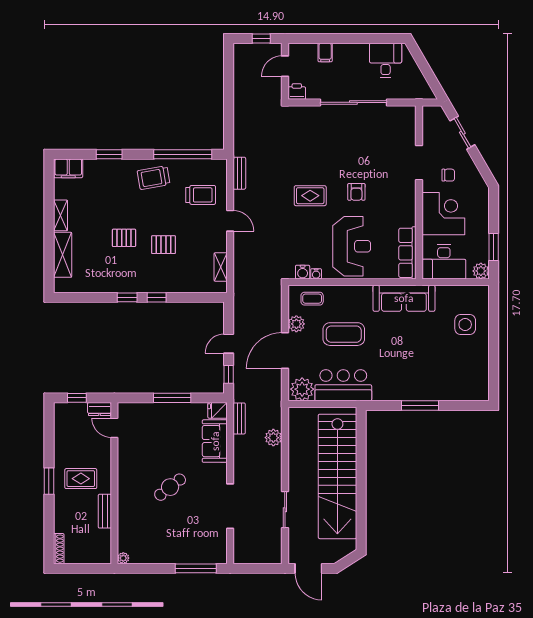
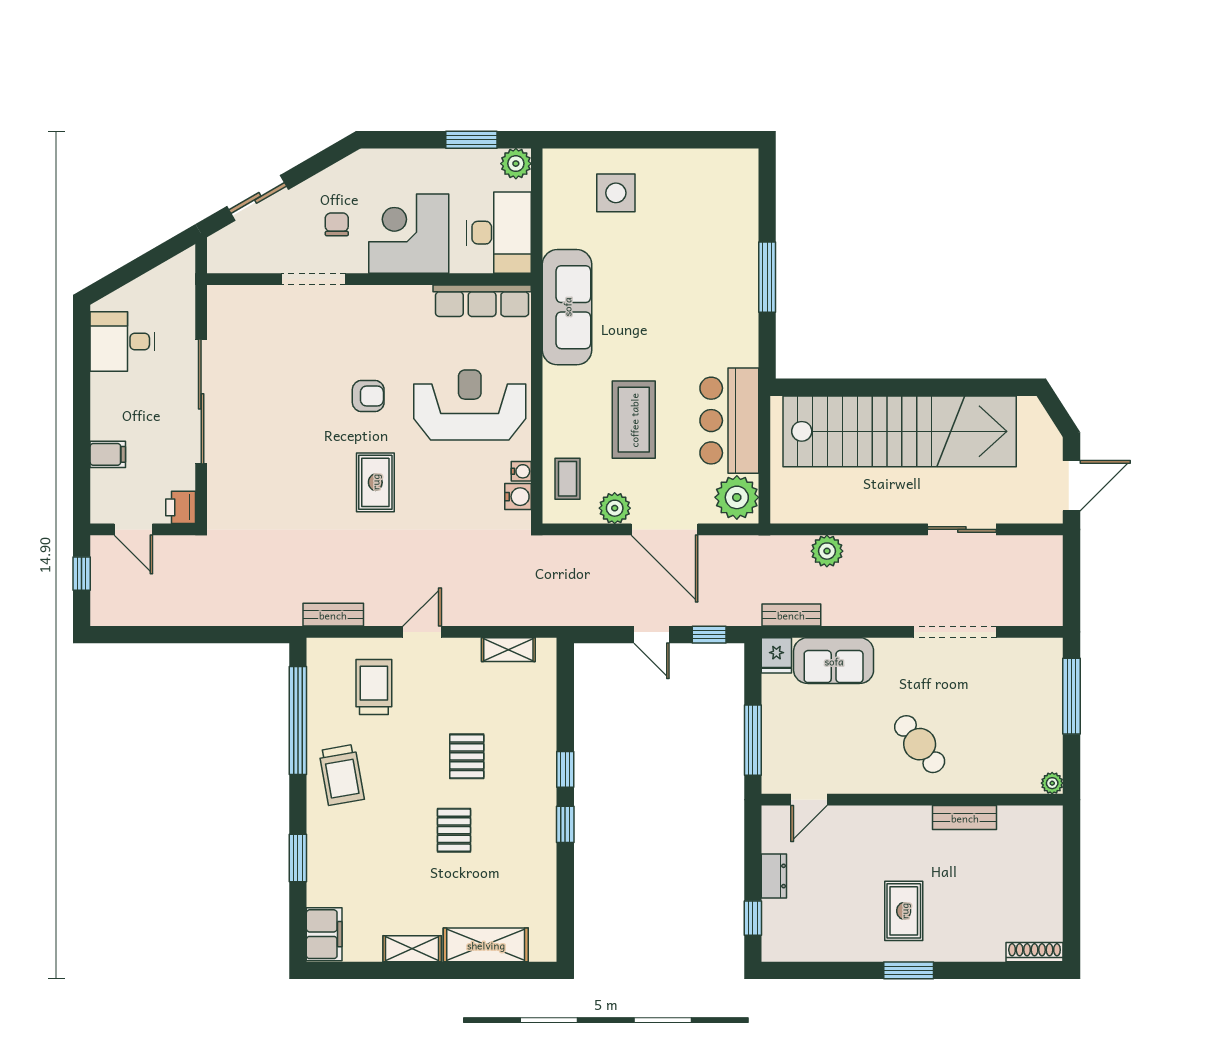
door: (114, 428) -> (809, 800), moved
wall: (114, 483) -> (912, 800), moved
bench: (105, 511) -> (965, 818), moved
plant: (123, 558) -> (1052, 783), moved

